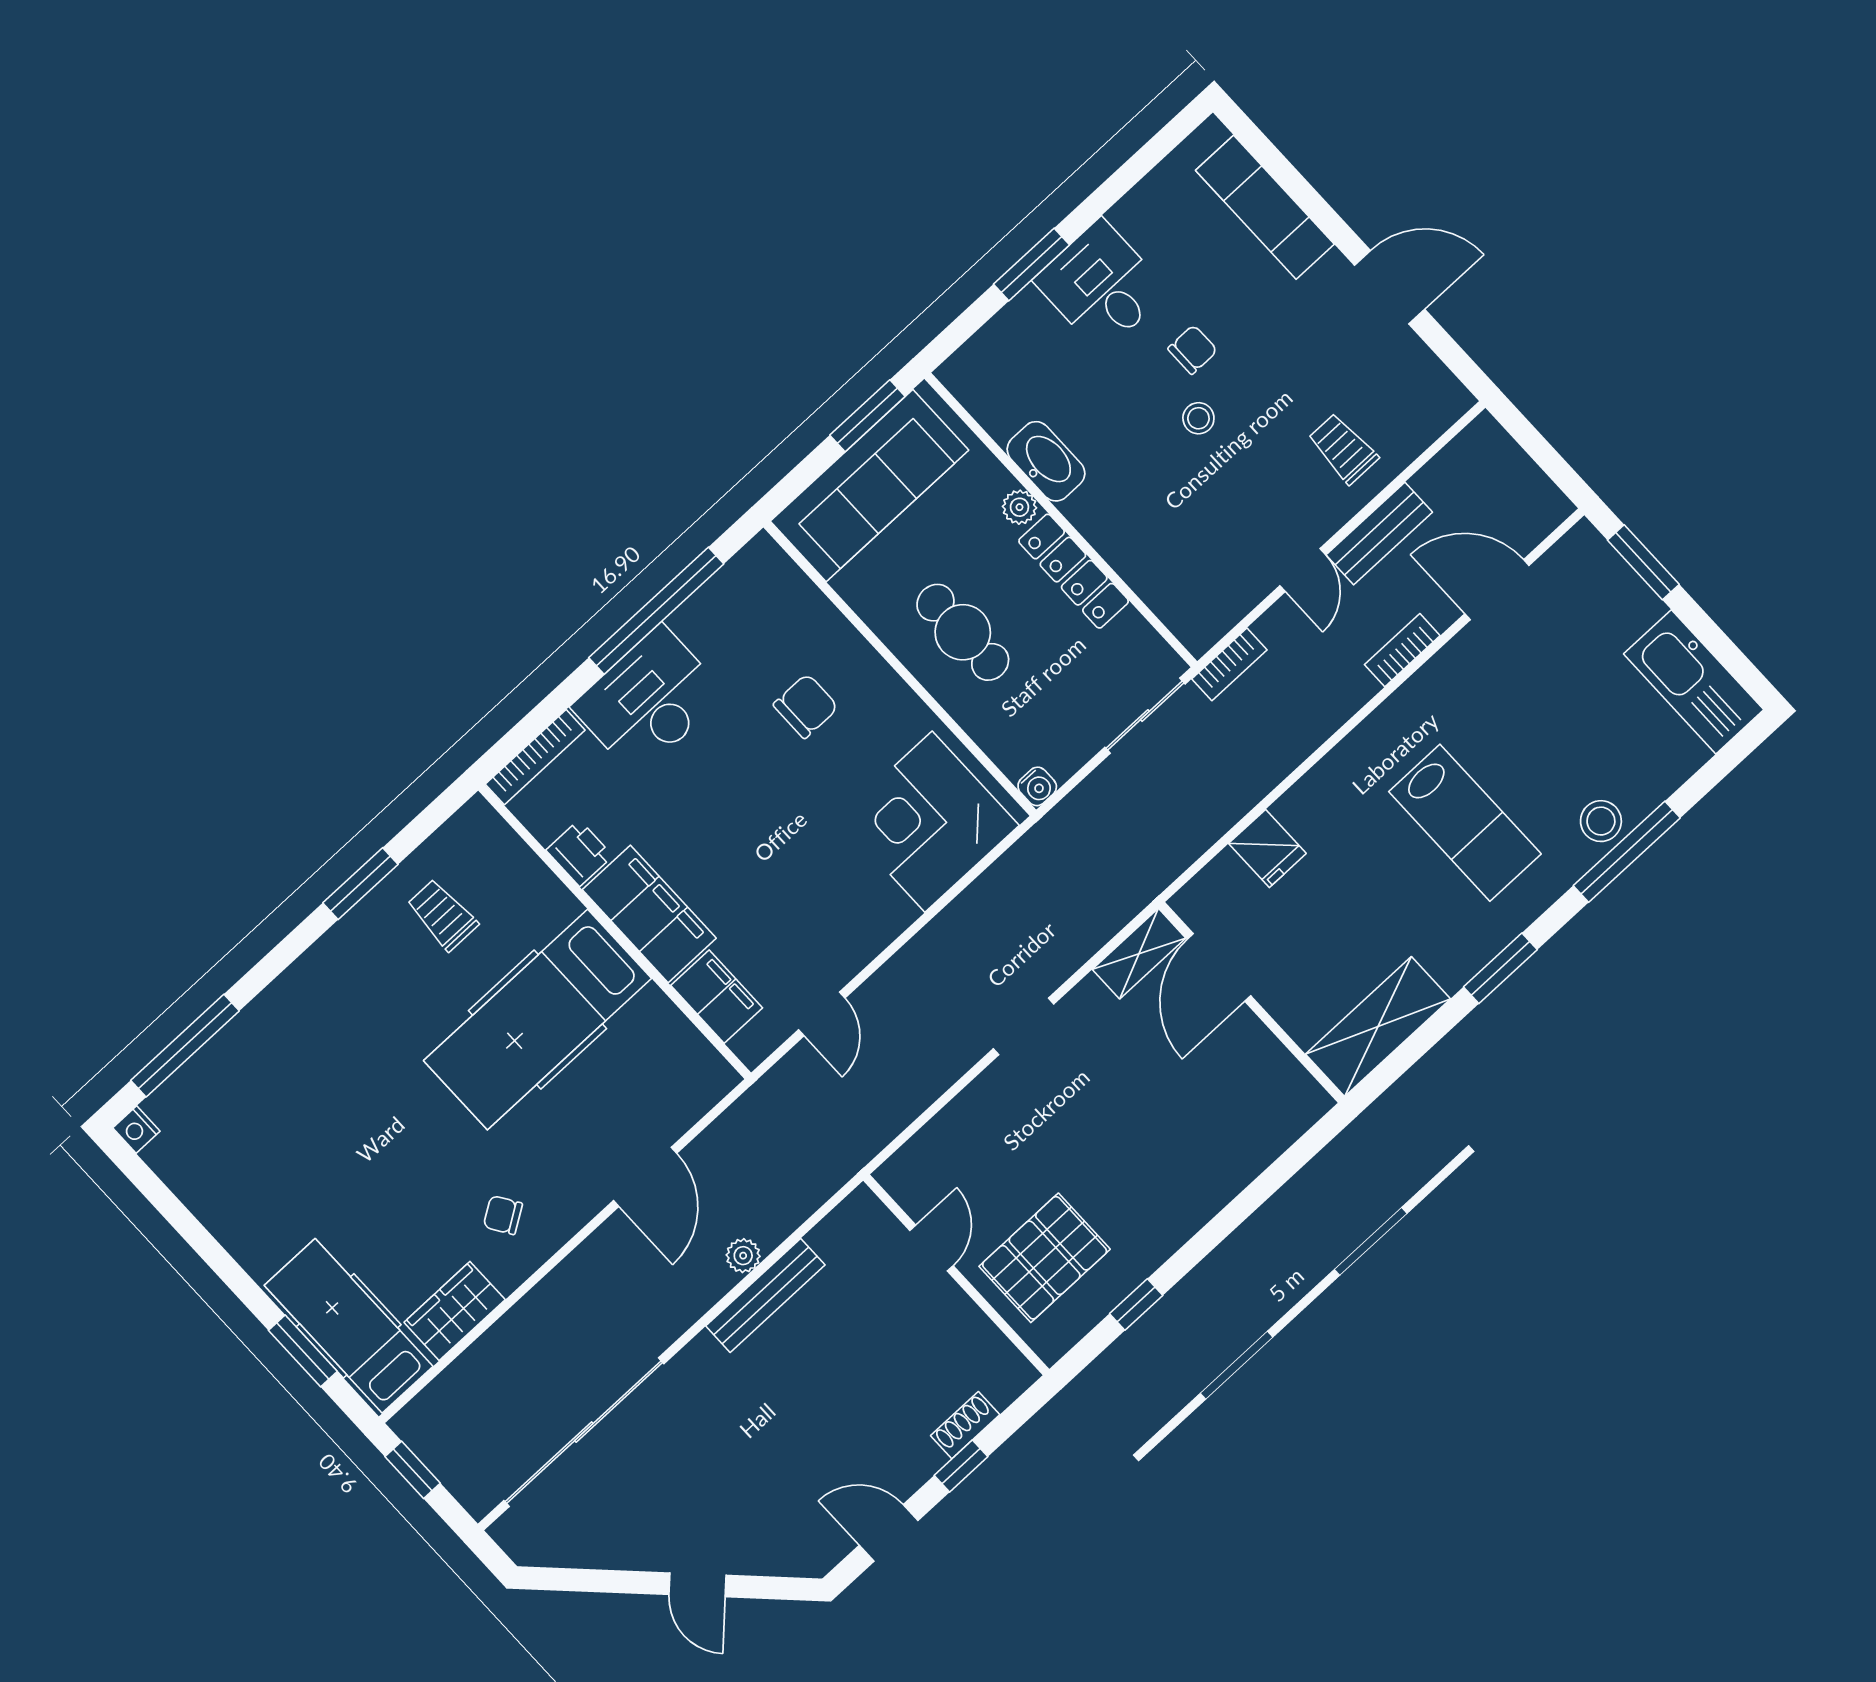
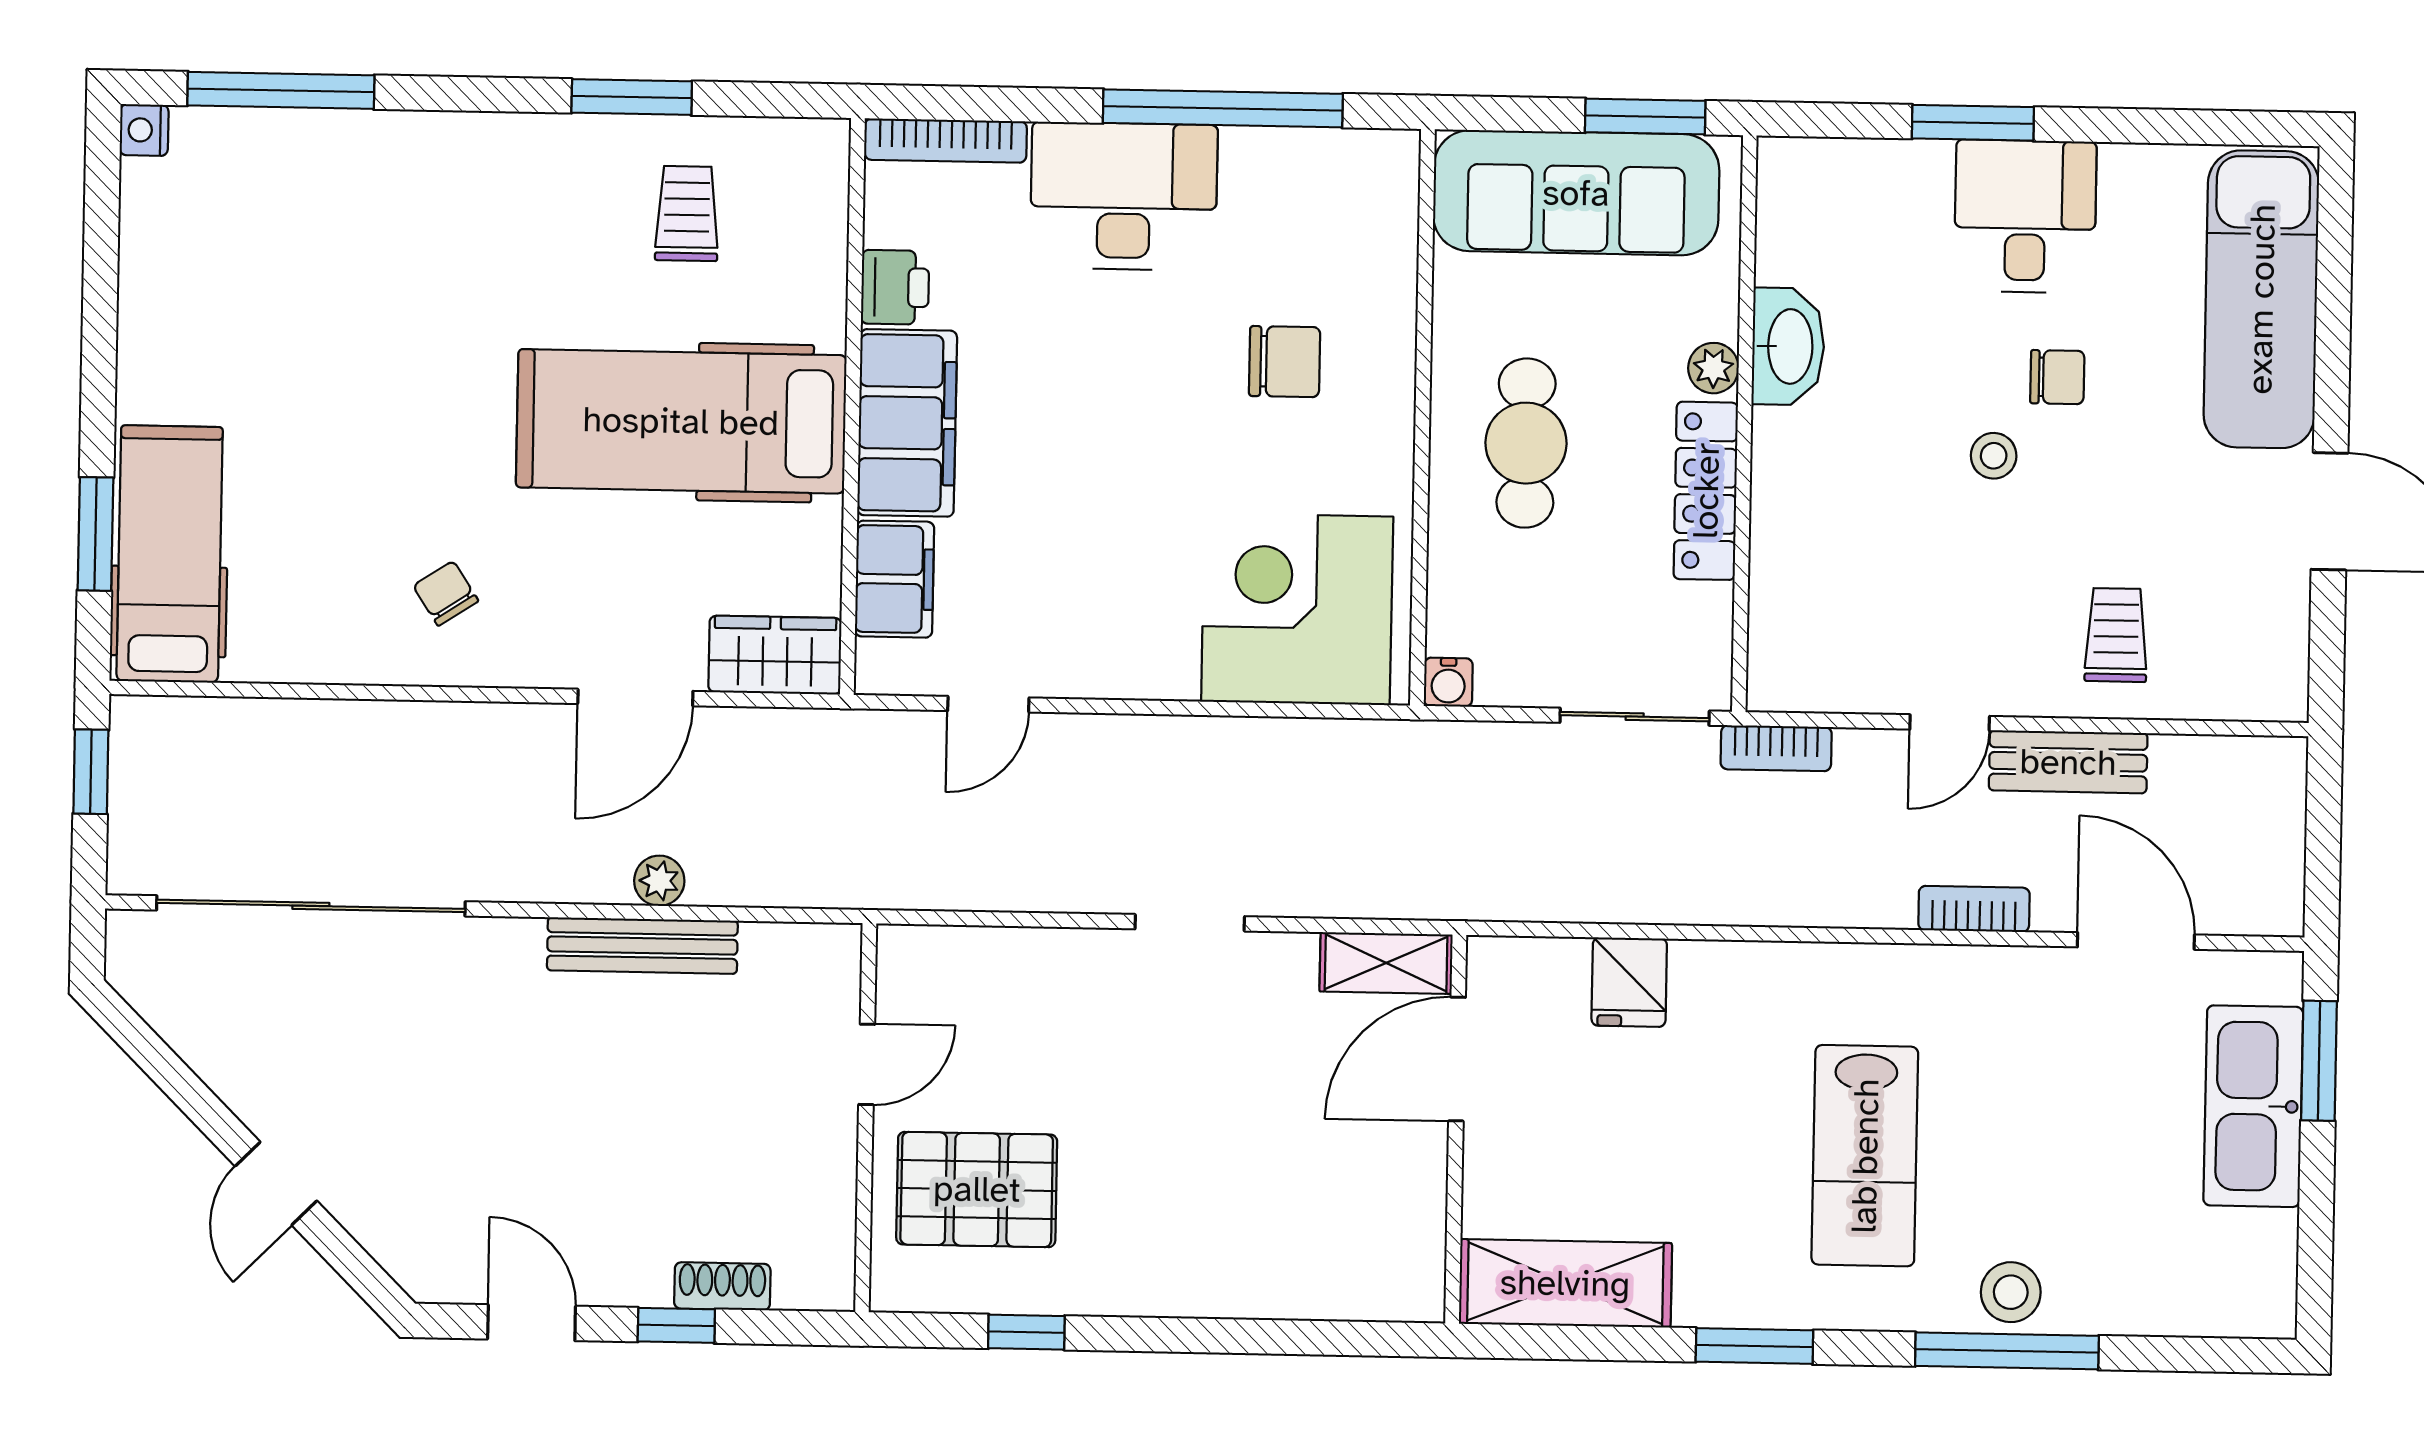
exam couch: (1265, 207) -> (2261, 299), width x1.36, depth x1.45
kitchen sink: (1694, 682) -> (2253, 1106), moved
wardrobe: (455, 1311) -> (775, 655), moved

